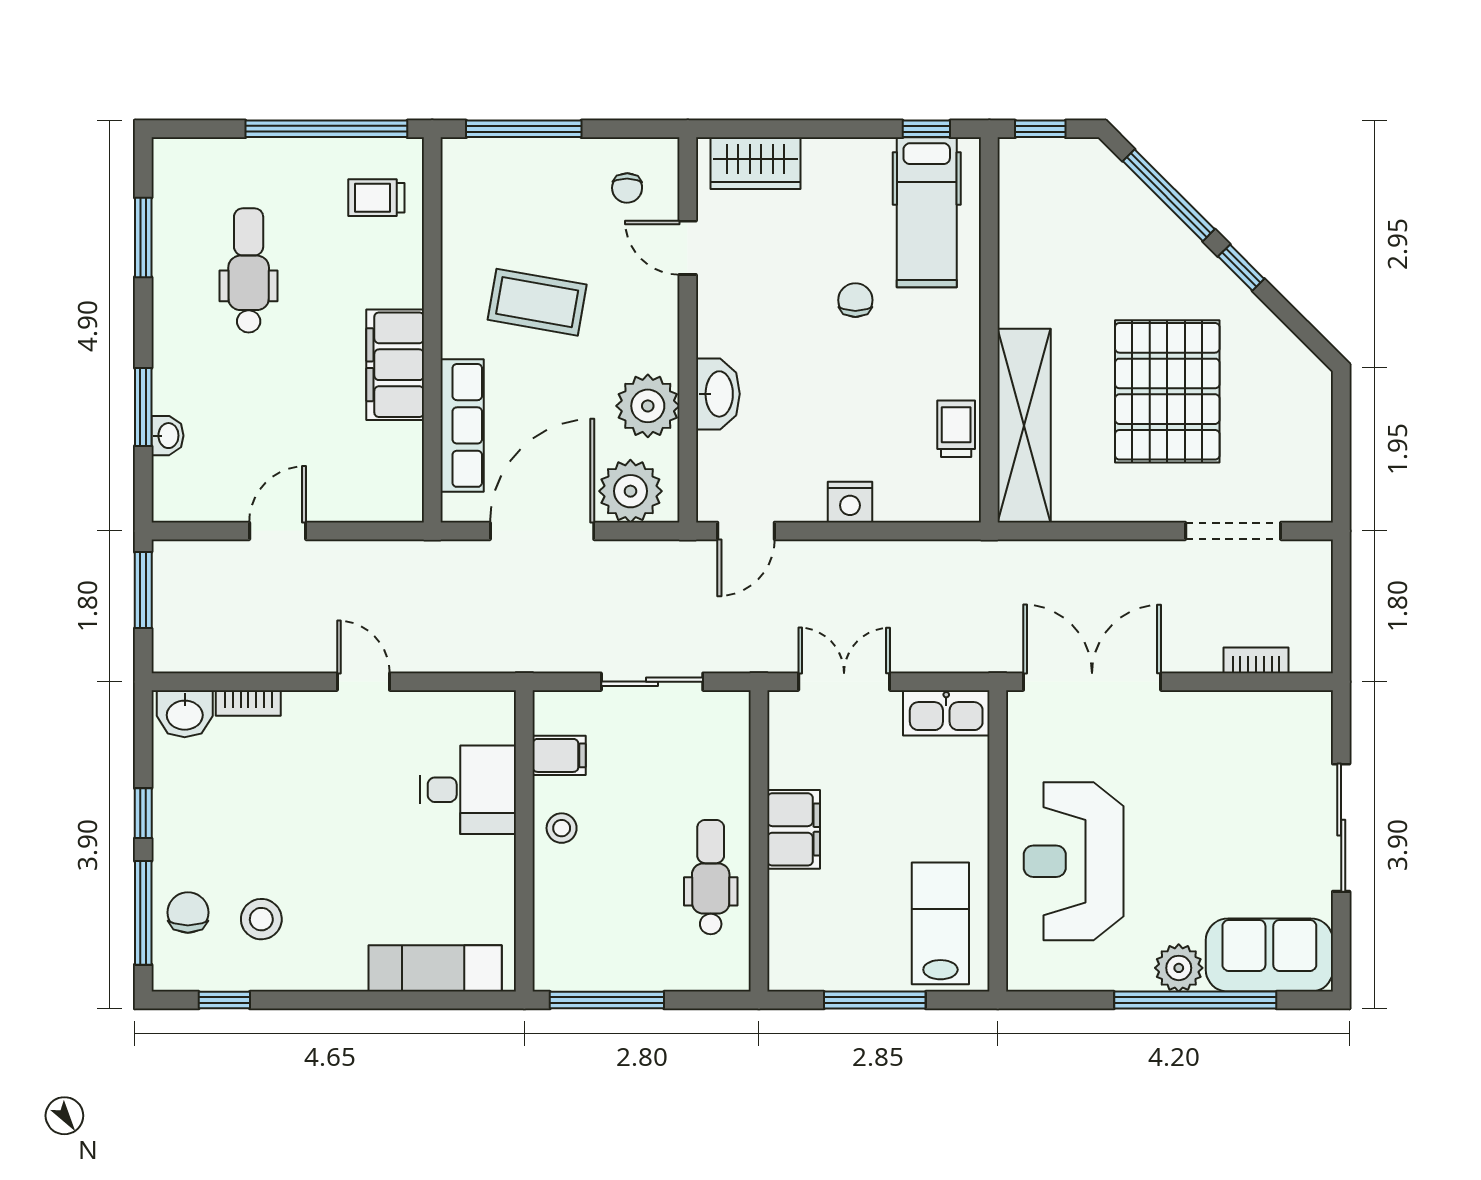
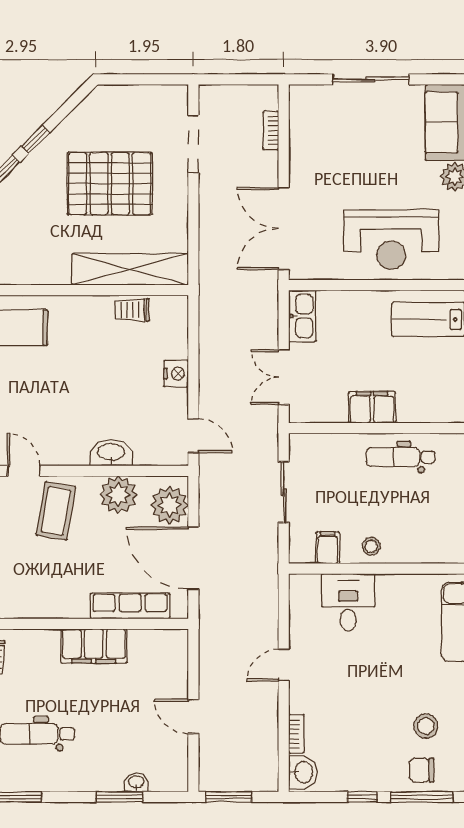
door: (688, 248) -> (24, 471), swing flipped
chair: (855, 300) -> (55, 370), removed
coffee table: (537, 302) -> (56, 511), moved

